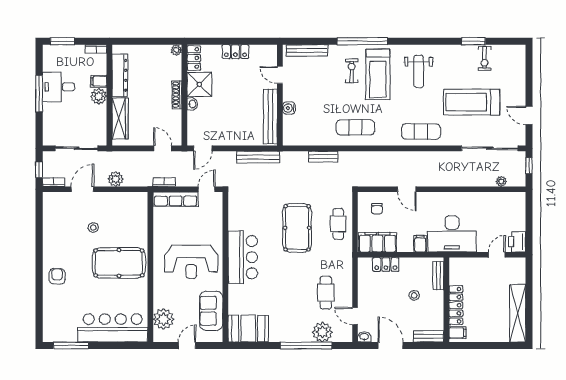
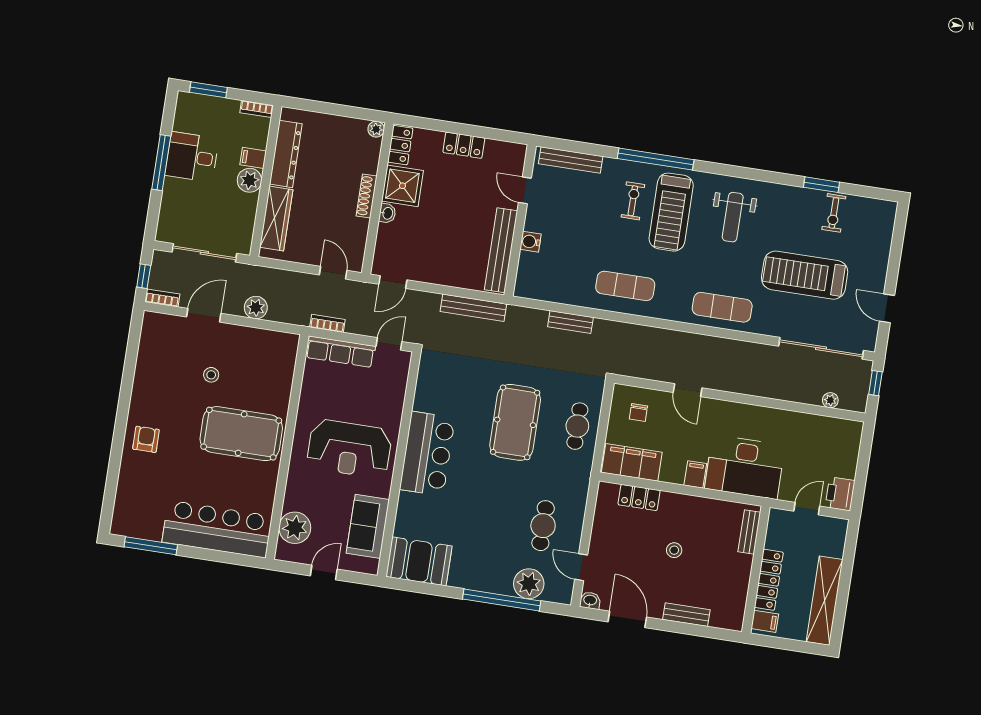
bench: (438, 276) -> (749, 532), moved
wall: (446, 300) -> (756, 570), moved
locker: (456, 305) -> (769, 580), moved
filing cabinet: (457, 333) -> (765, 621), moved

